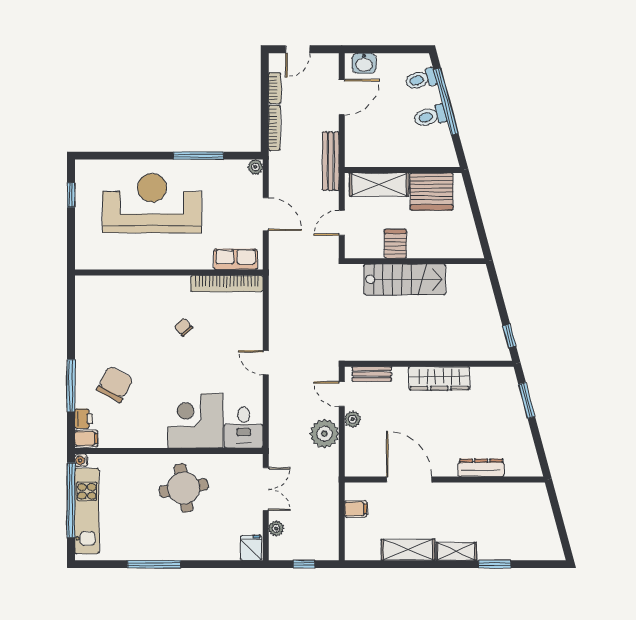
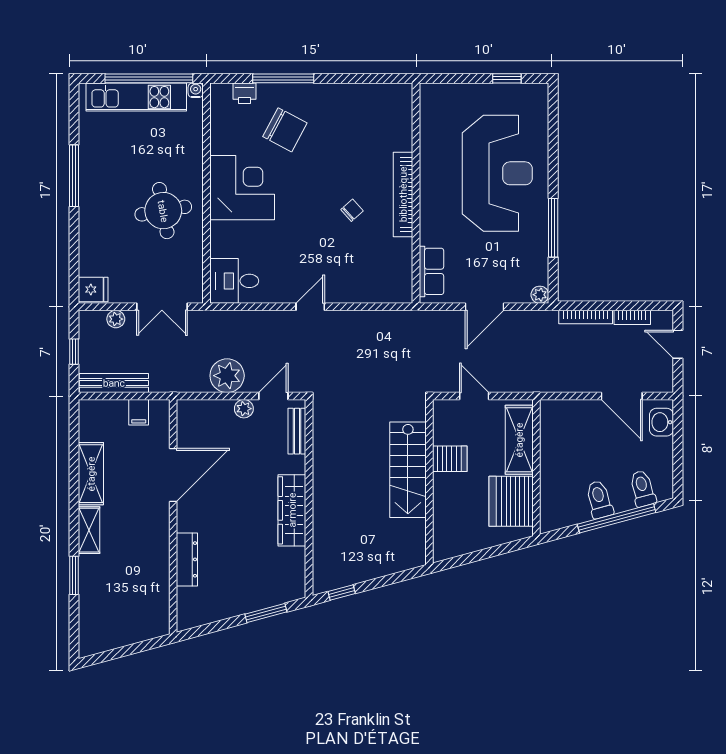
bench: (331, 161) -> (114, 383), moved
bookcase: (227, 284) -> (403, 194), moved
corner desk: (195, 421) -> (242, 188), moved
filing cabinet: (86, 438) -> (221, 96), removed

